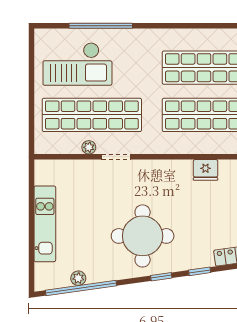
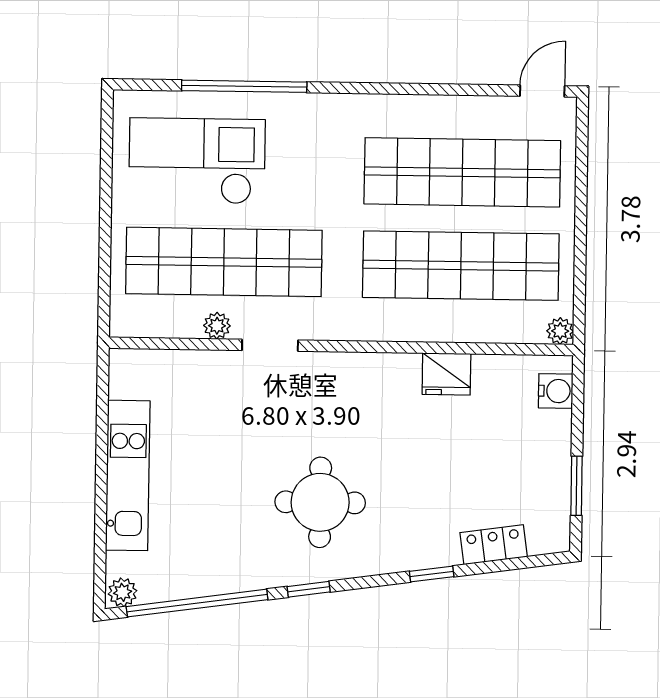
checkout: (77, 64) -> (197, 161), turned 180
round table: (143, 236) -> (320, 502), width x0.73, depth x0.73
window: (161, 277) -> (309, 589), moved
plant: (78, 278) -> (123, 592), moved

